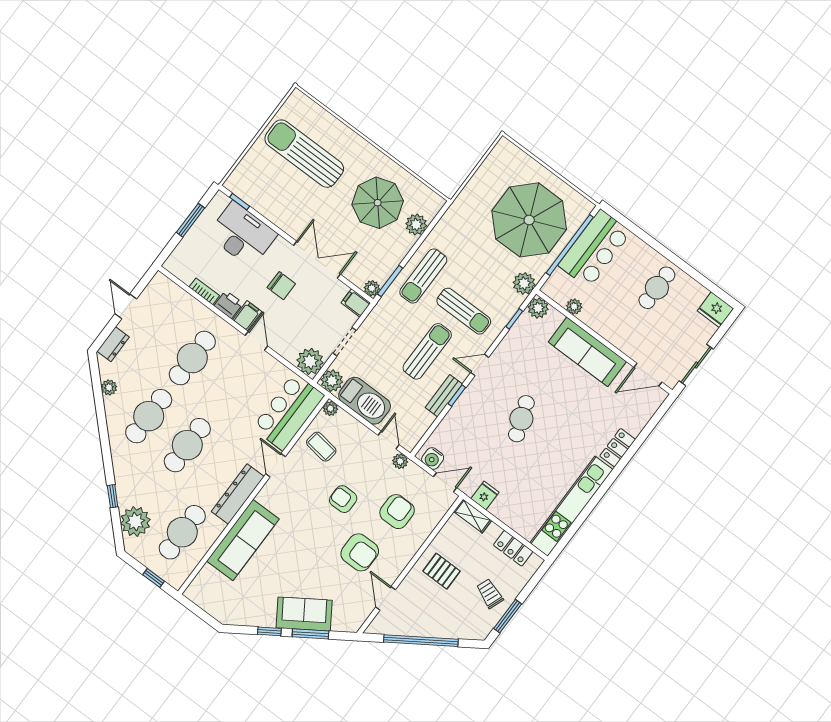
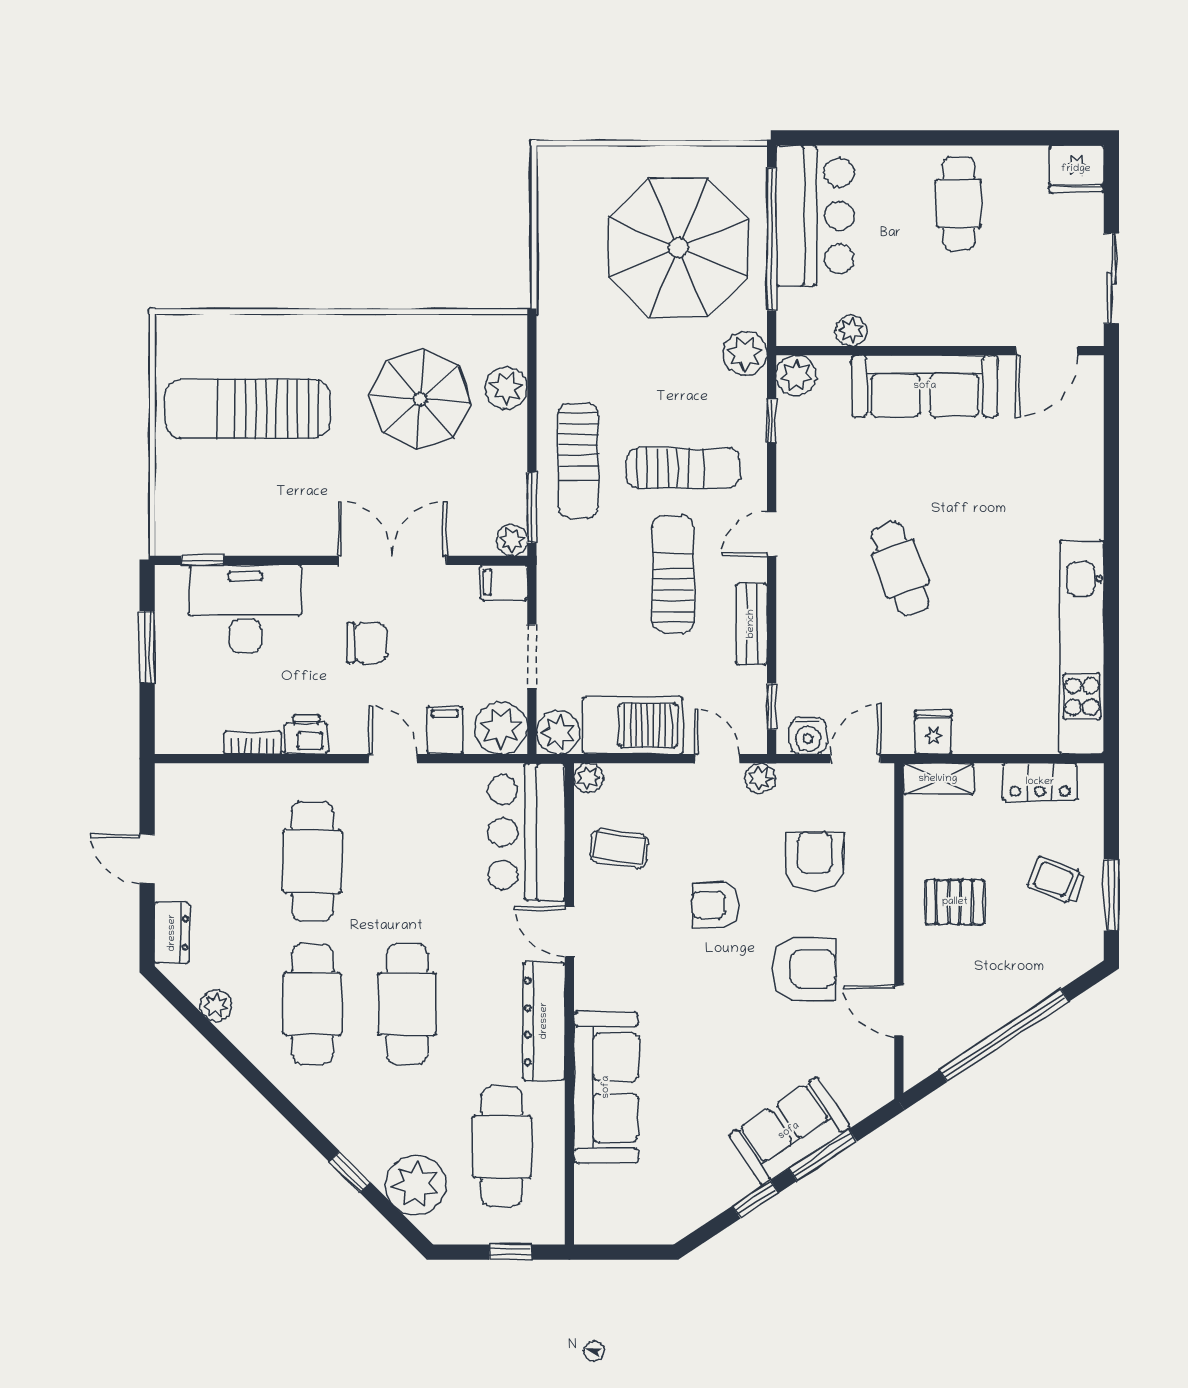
filing cabinet: (247, 316) -> (445, 730), moved
window: (457, 395) -> (772, 707), moved
locker: (618, 448) -> (1086, 501), removed

